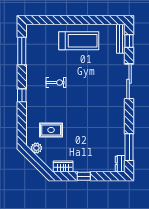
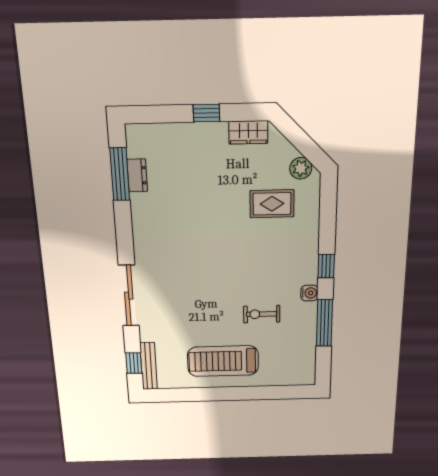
window: (22, 51) -> (324, 323), moved
water cooler: (31, 80) -> (309, 293), added
exercise bike: (56, 83) -> (262, 314), moved
dresser: (120, 164) -> (137, 175), moved

